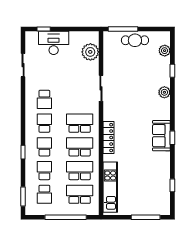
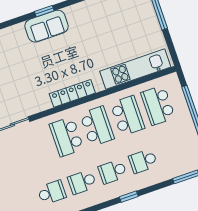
school desk: (80, 147) -> (97, 126), turned 180
school desk: (80, 171) -> (127, 116), turned 180
school desk: (44, 194) -> (174, 151), removed

